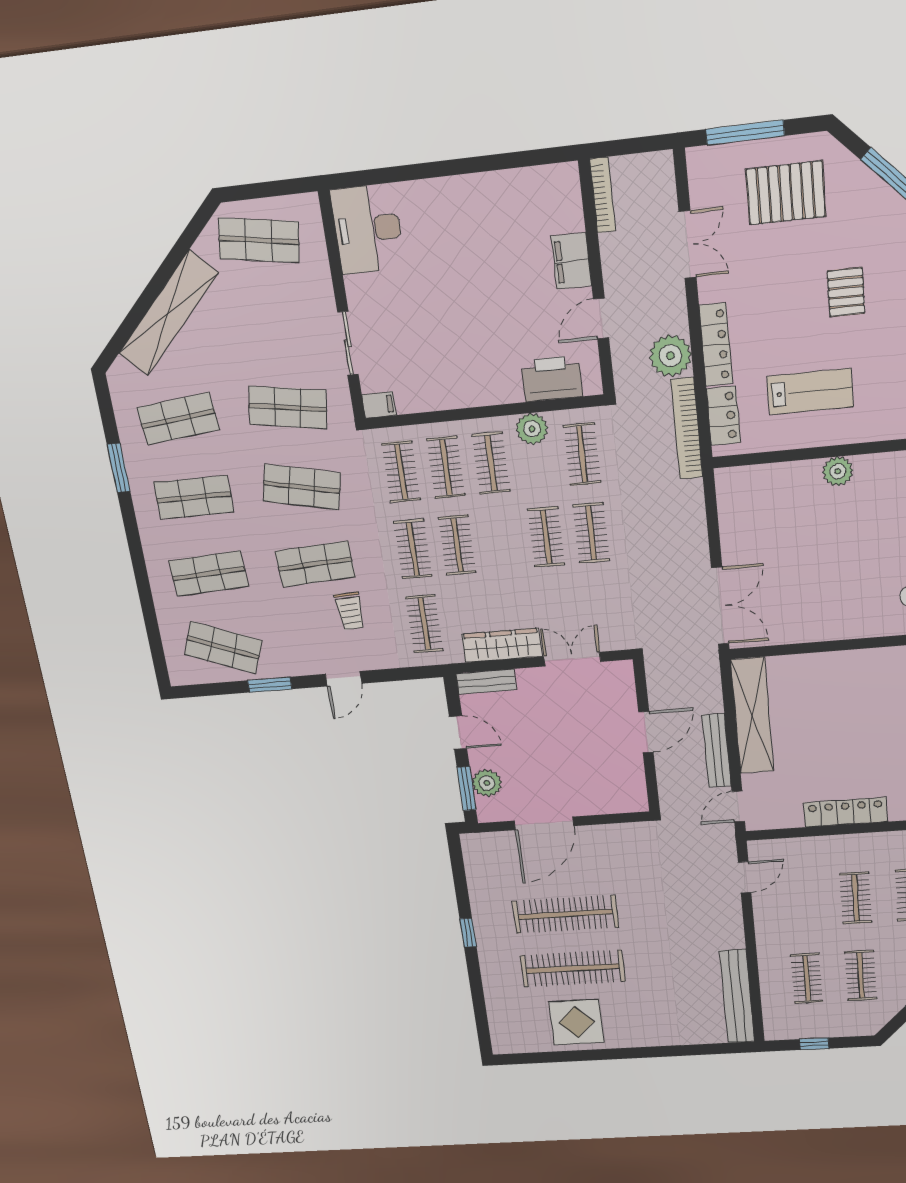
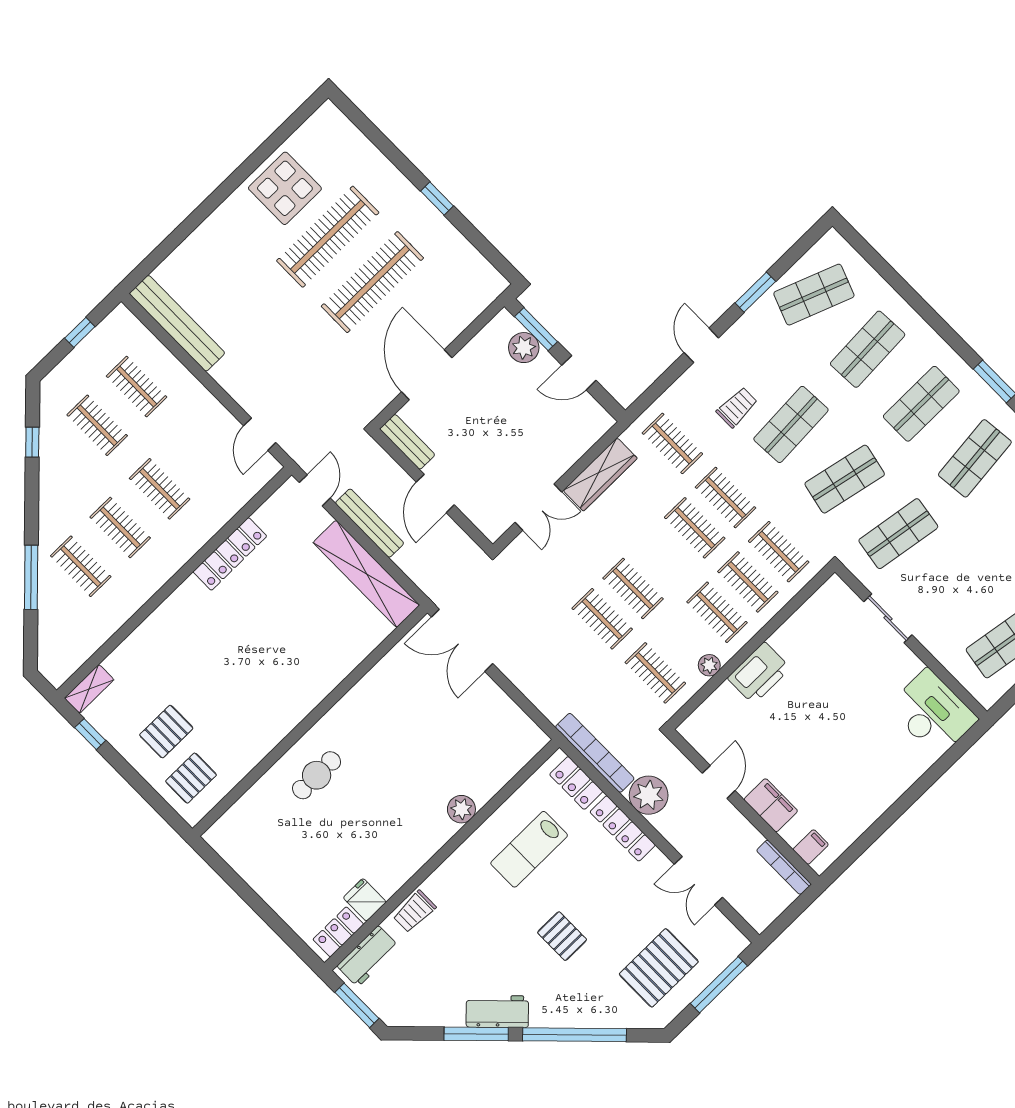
printer: (552, 379) -> (759, 673), moved
filing cabinet: (379, 405) -> (811, 847), moved, turned 180
plant: (532, 429) -> (709, 665), width x0.73, depth x0.73
trolley: (350, 611) -> (737, 407), turned 93
bench: (486, 682) -> (407, 442), moved, turned 90
door: (544, 823) -> (427, 375), moved

